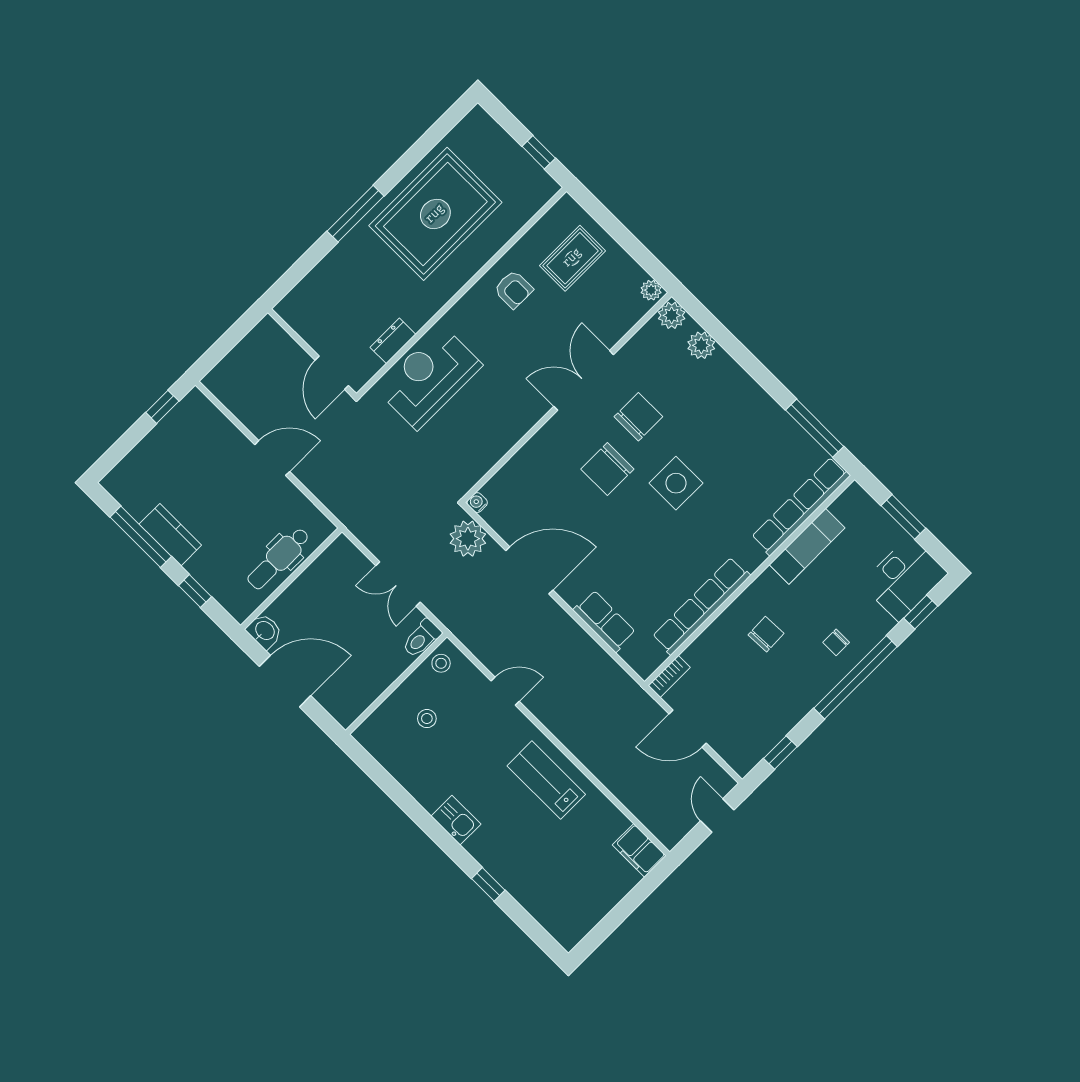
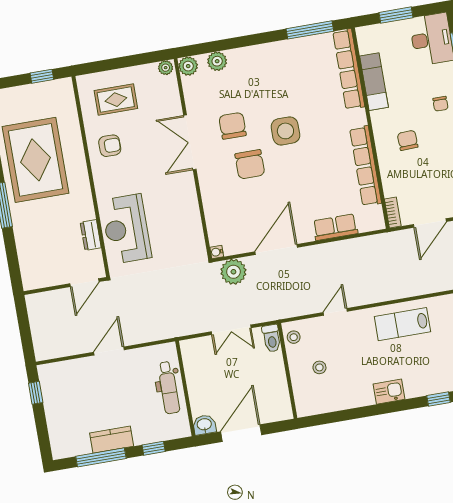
rug: (572, 258) -> (116, 100), turned 90
door: (332, 373) -> (84, 283), hinge flipped

